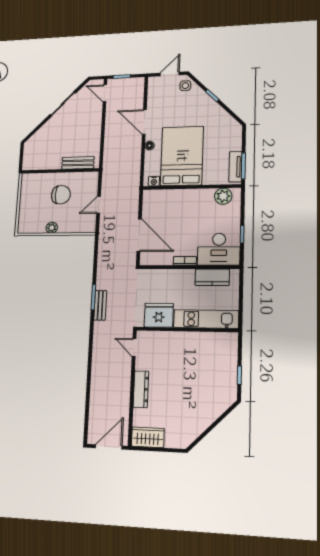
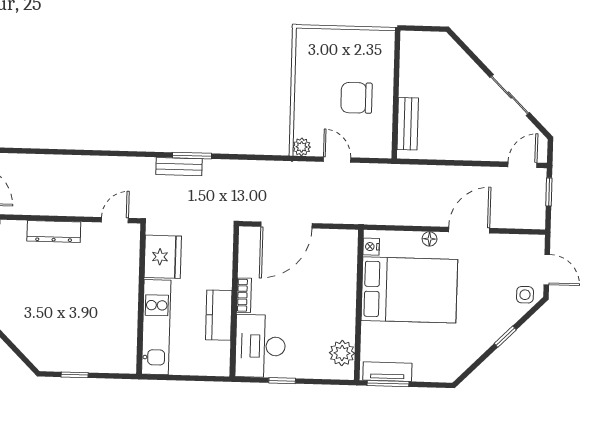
chair: (61, 195) -> (357, 98), turned 90
plant: (52, 228) -> (302, 147), moved
kitchen counter: (212, 277) -> (219, 315), moved

